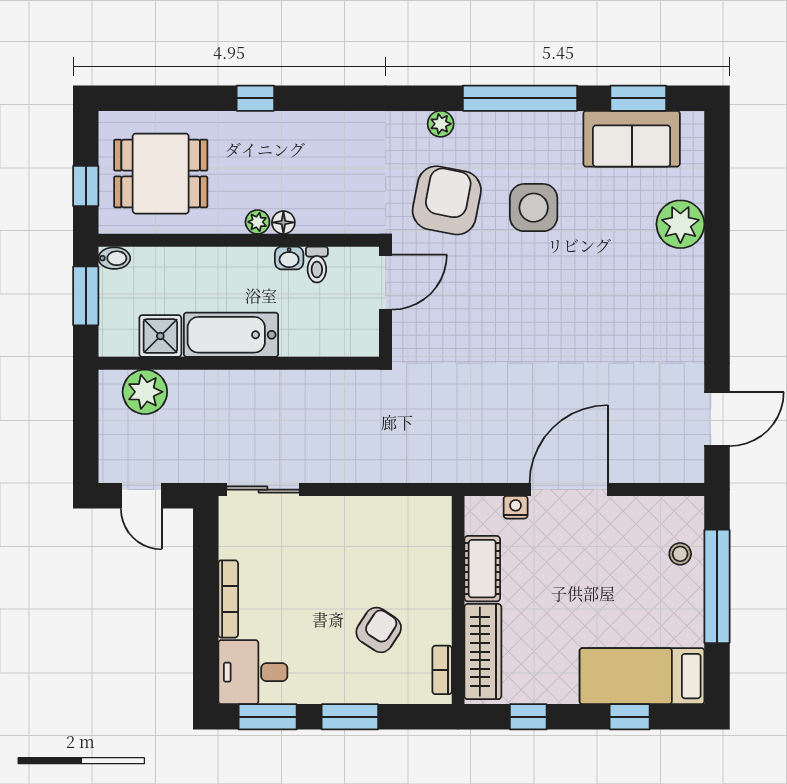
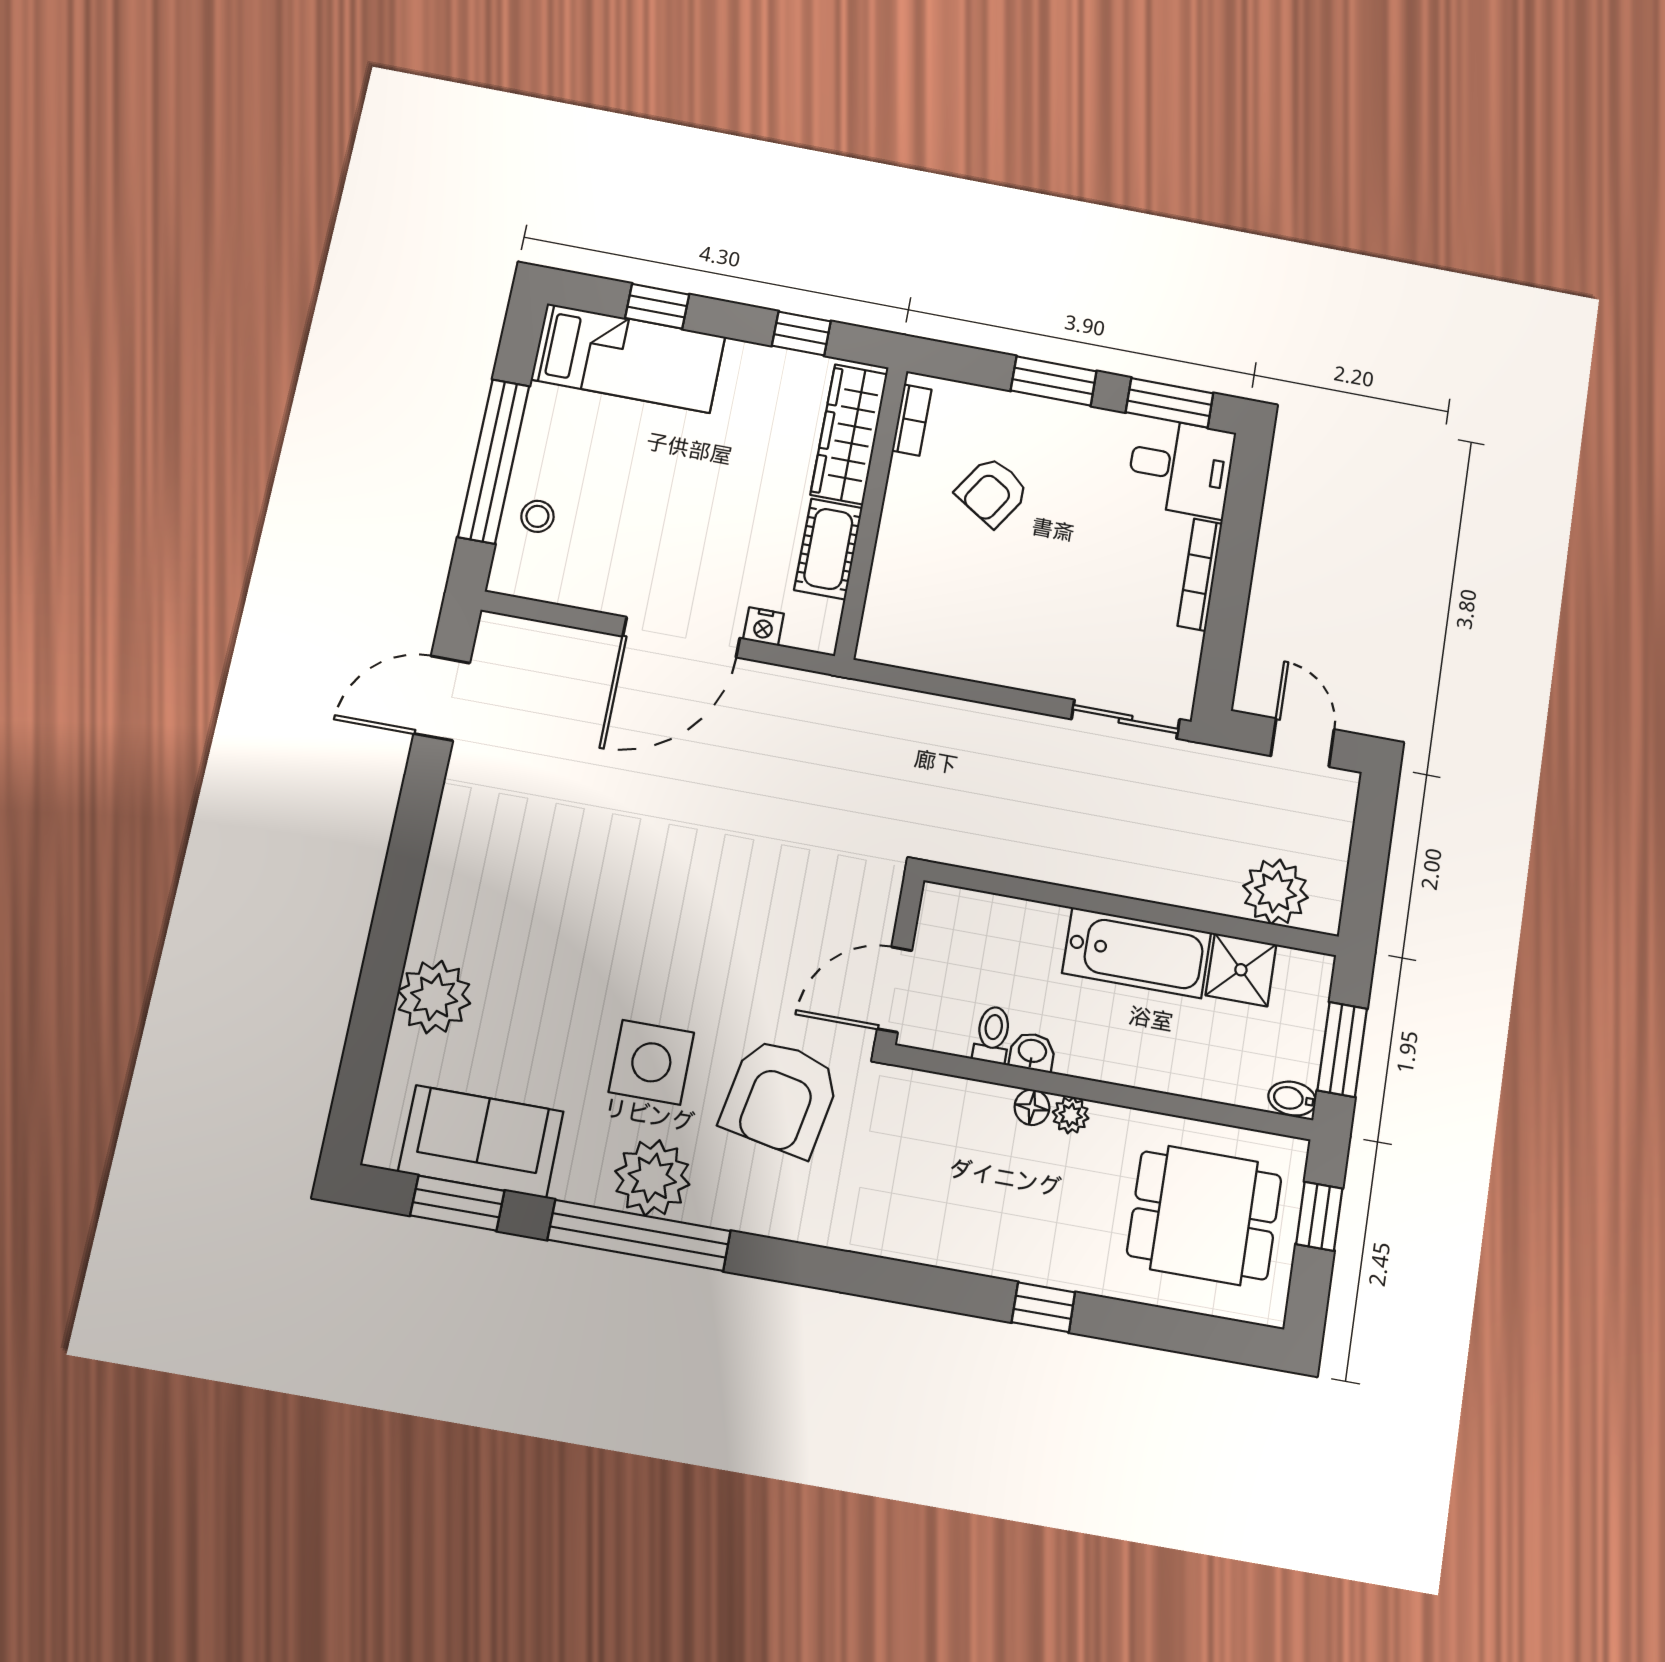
plant: (441, 124) -> (652, 1178), moved, width x1.88, depth x1.88

